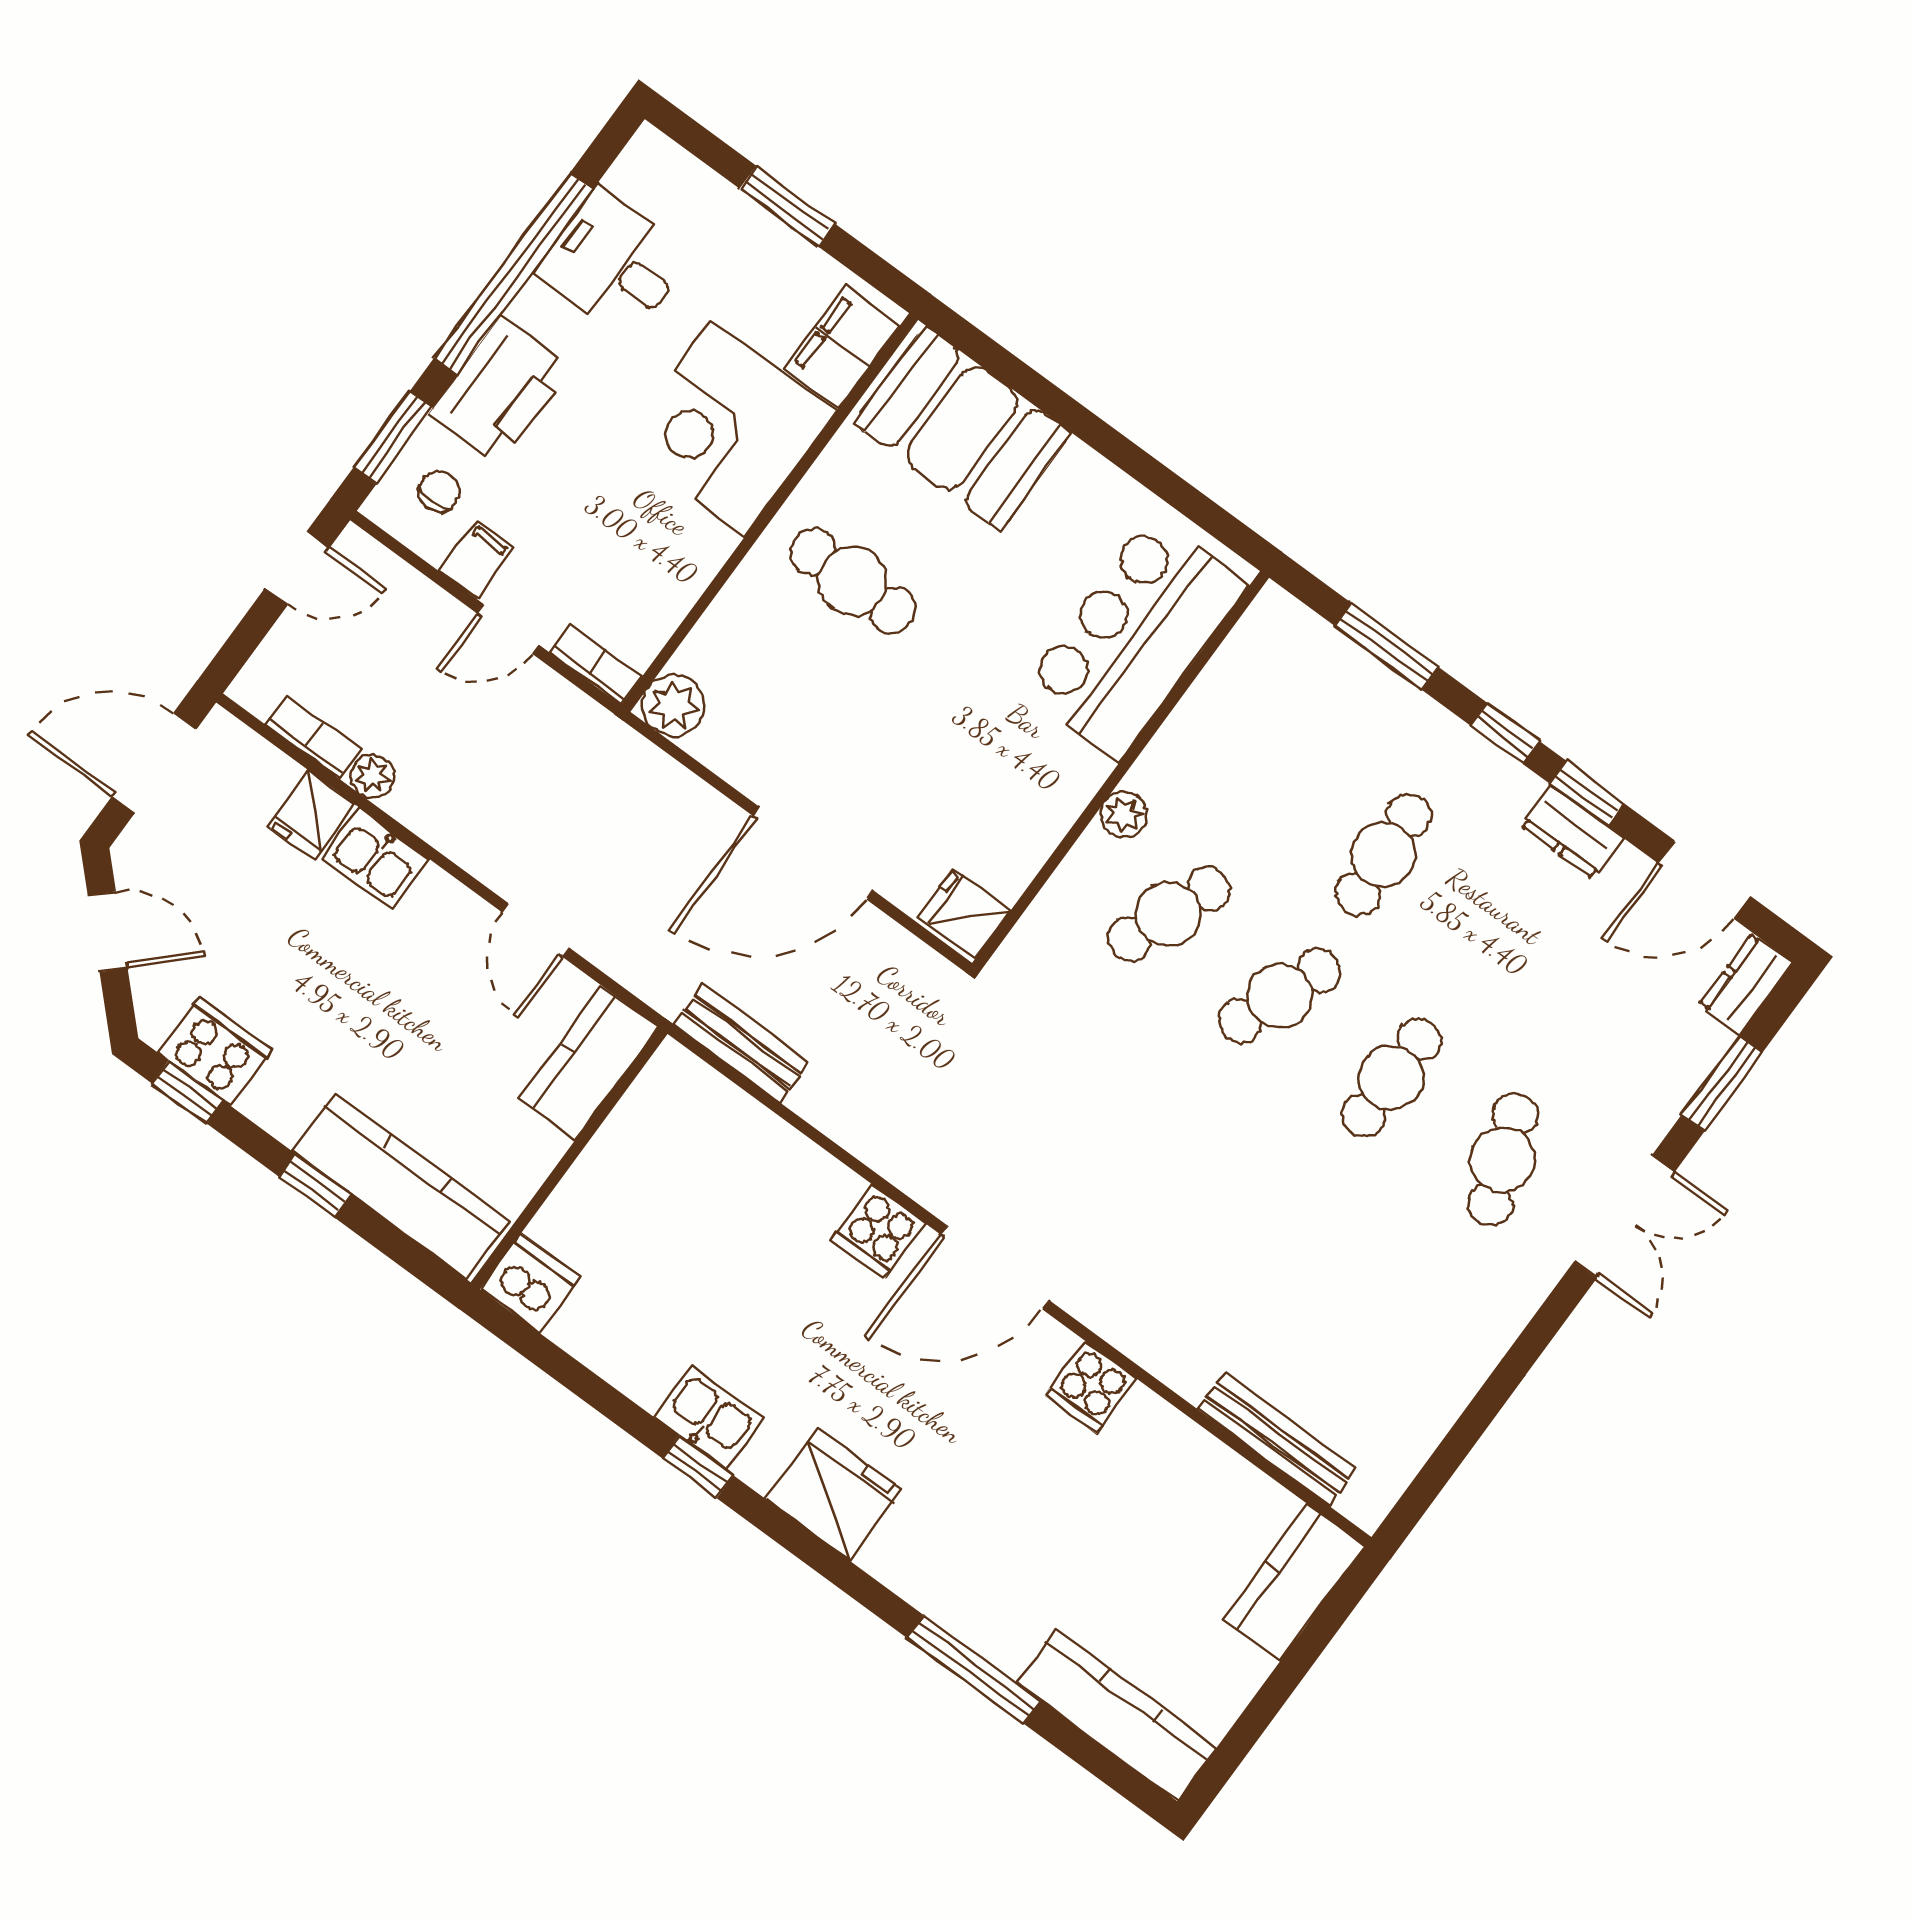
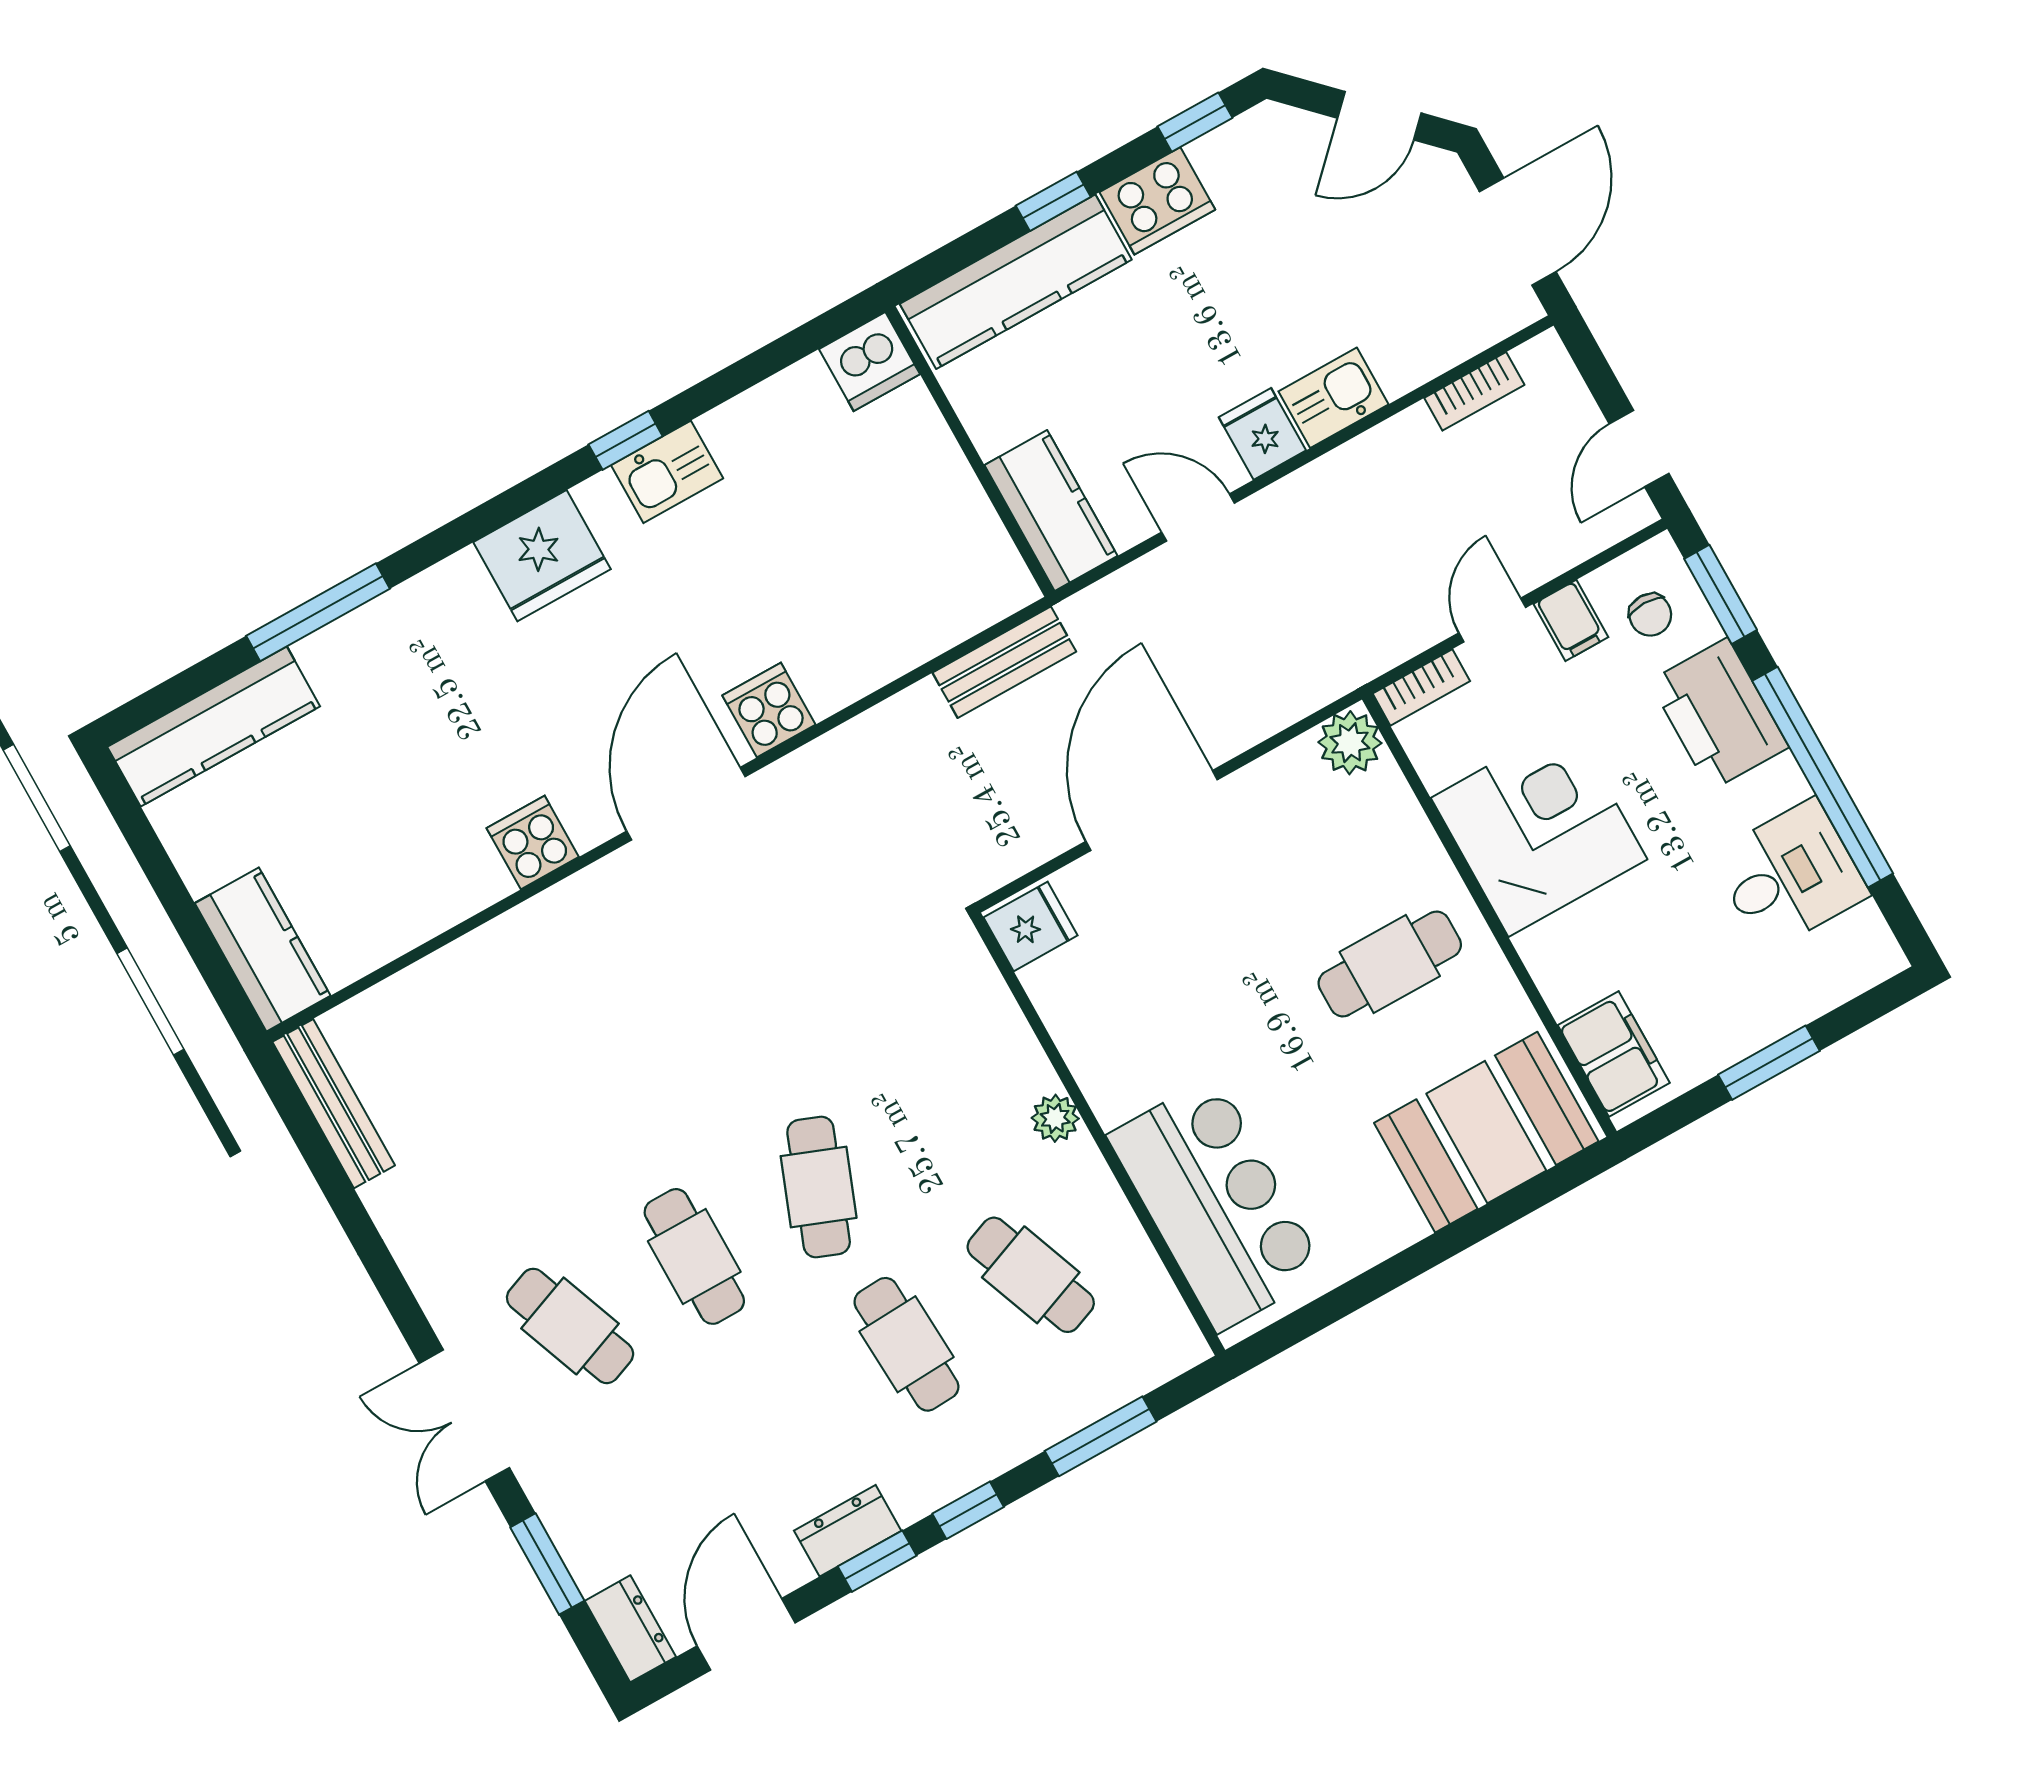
corner desk: (728, 428) -> (1539, 829), moved
plant: (373, 777) -> (1411, 430), removed
fridge: (311, 815) -> (1262, 434), moved
cafe table: (1168, 914) -> (1031, 1275), moved, turned -42
cooker: (215, 1051) -> (1157, 201), moved
bench: (1277, 1439) -> (334, 1104), moved, turned 90

